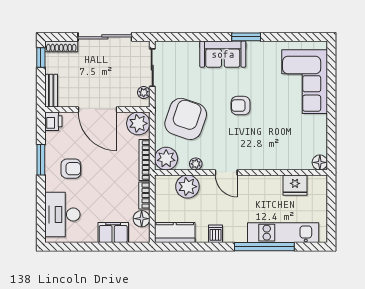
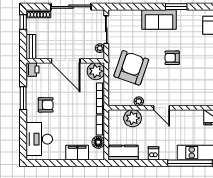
plant: (166, 159) -> (117, 97), removed

